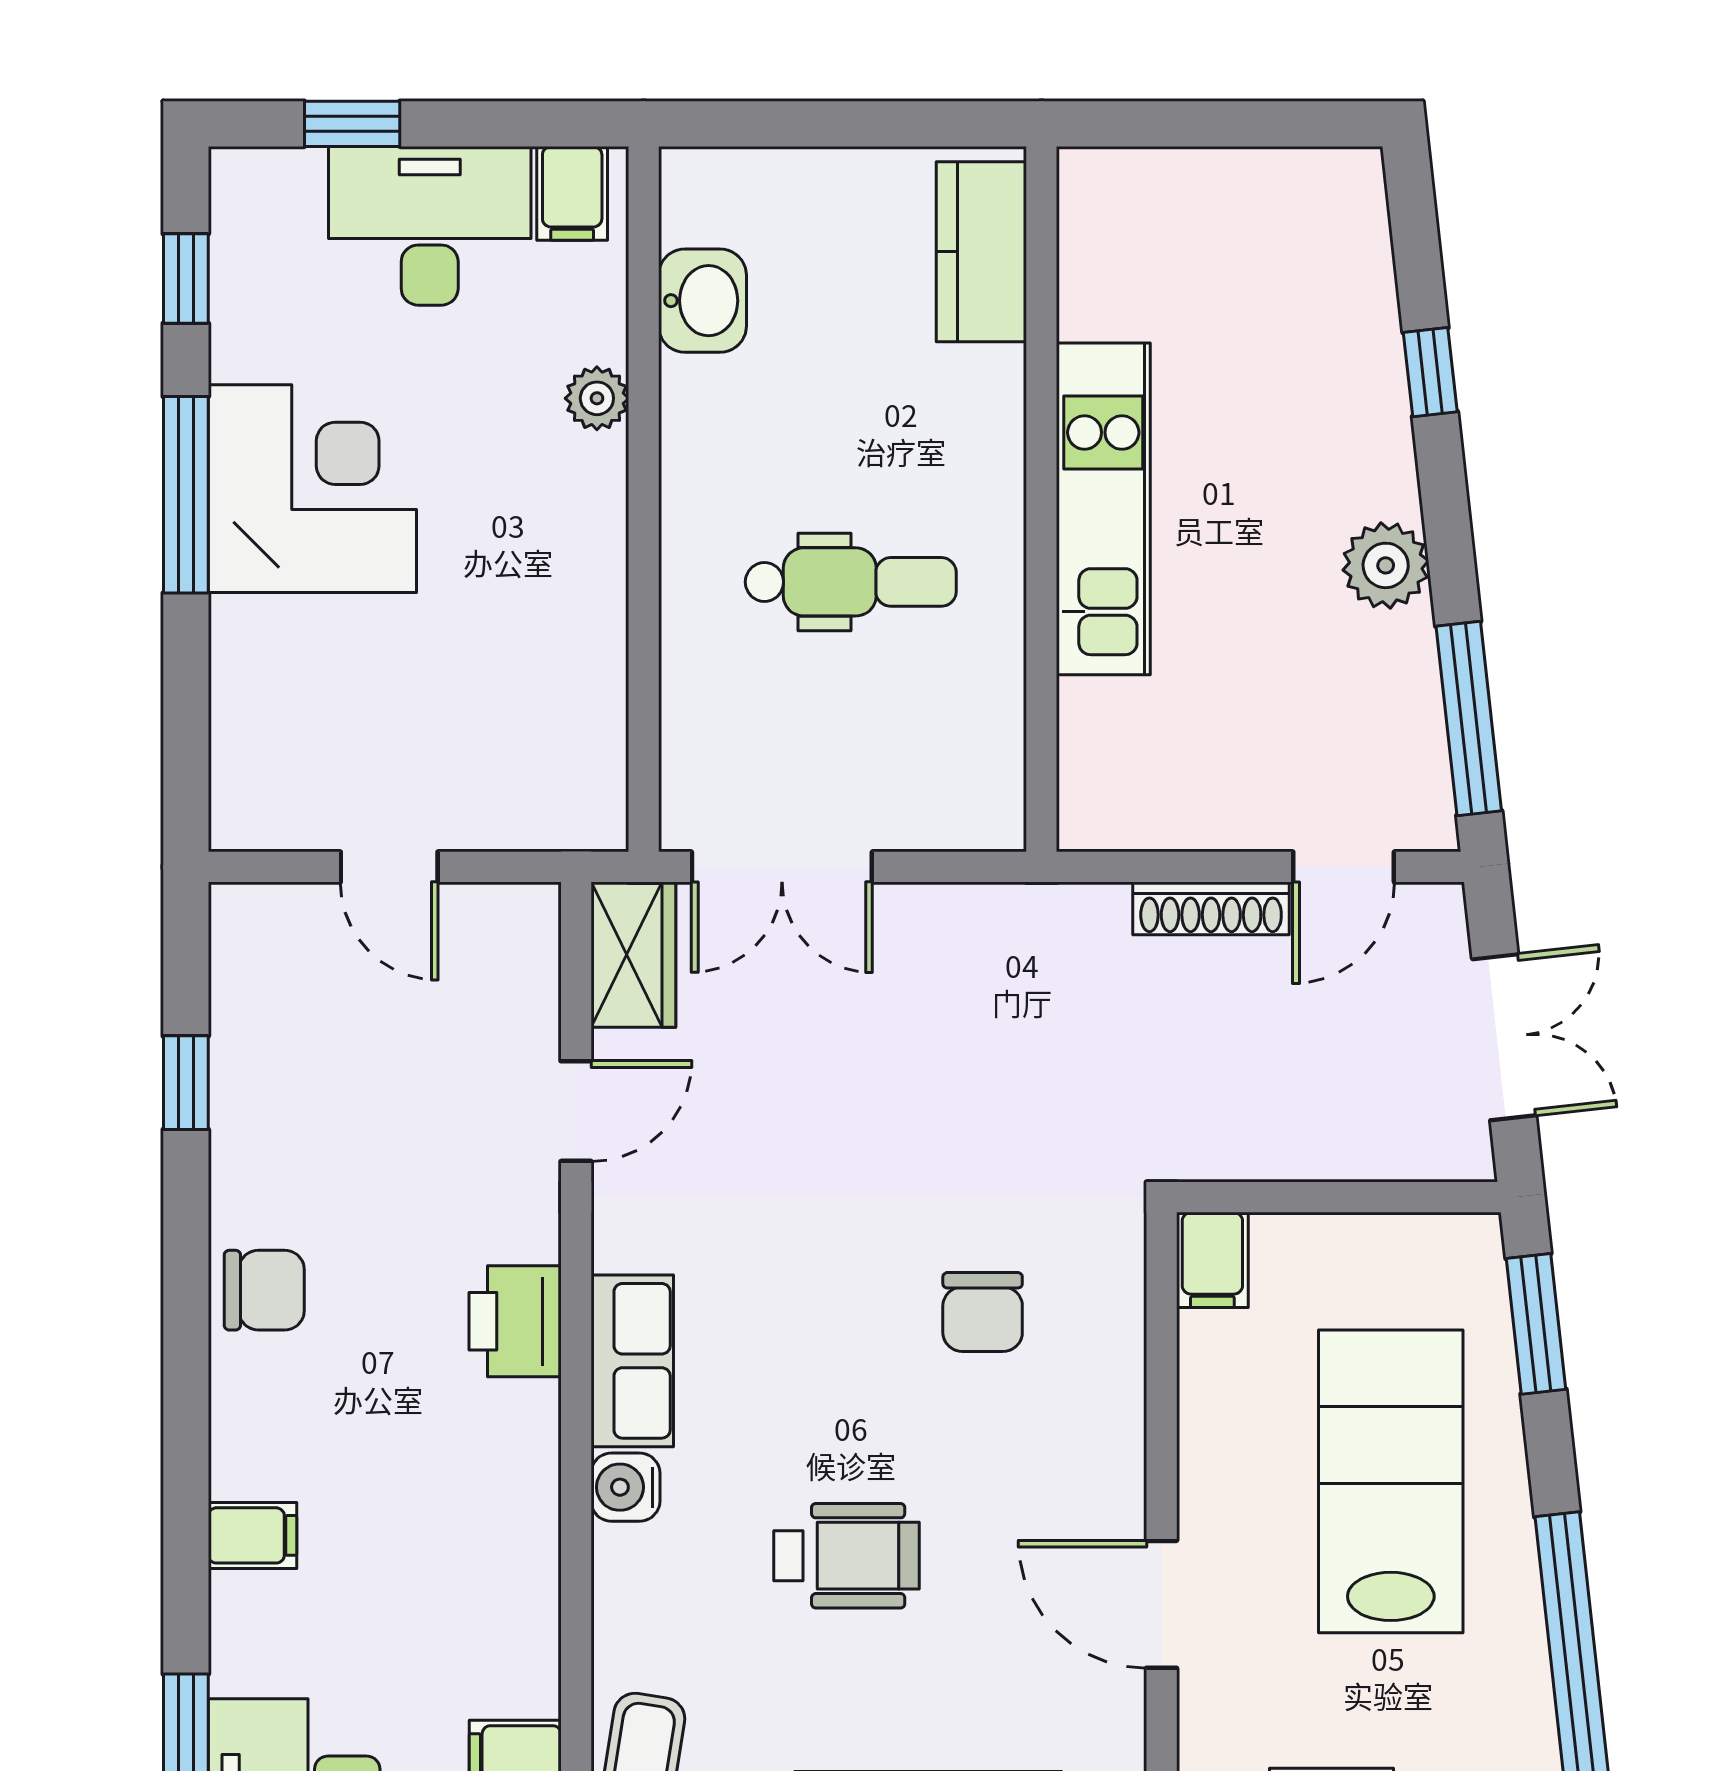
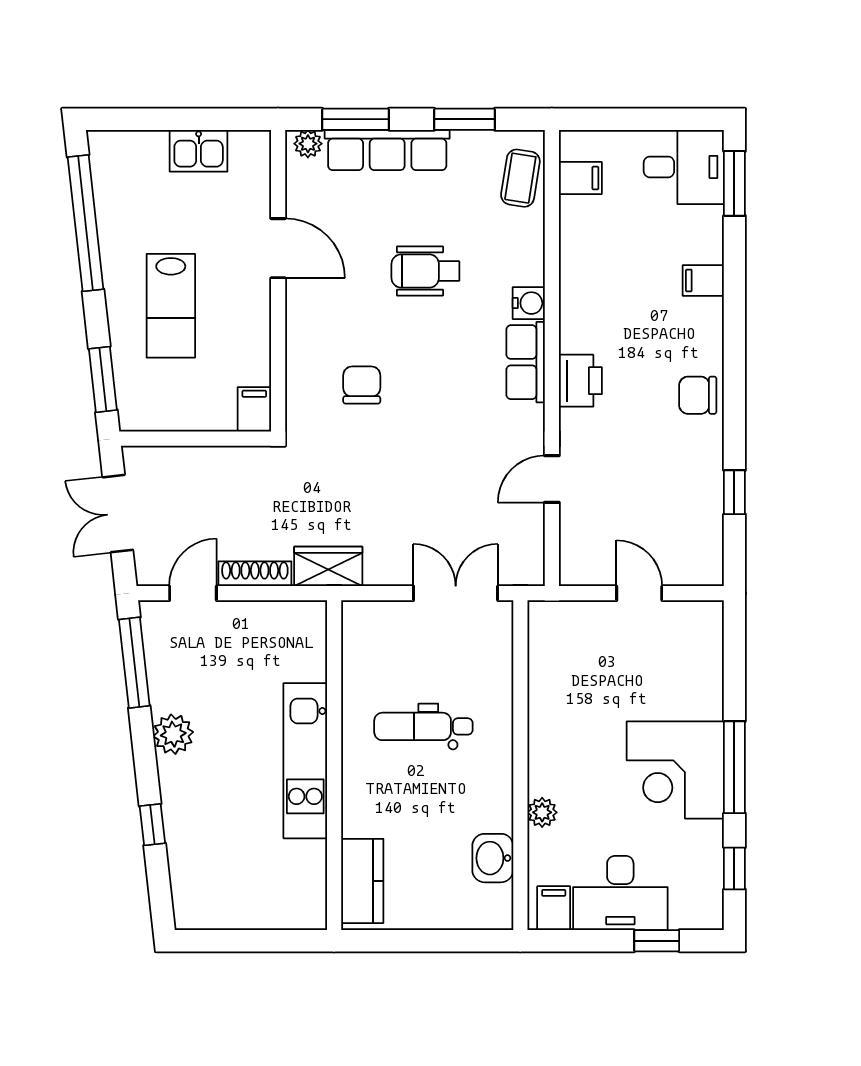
wardrobe: (633, 955) -> (328, 566), moved, turned 90
lab bench: (1391, 1481) -> (171, 306), width x0.73, depth x0.72

